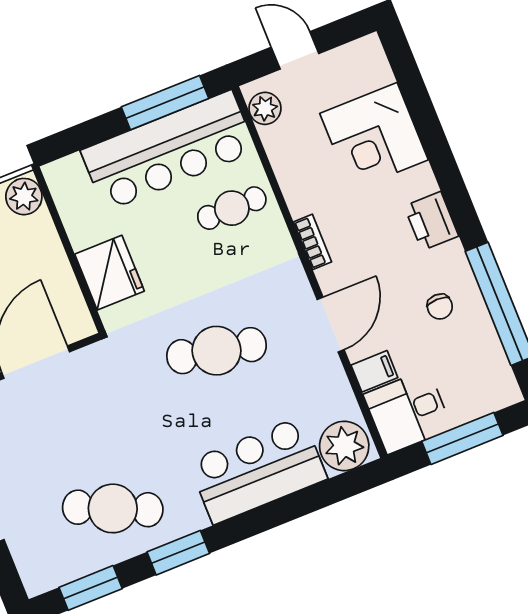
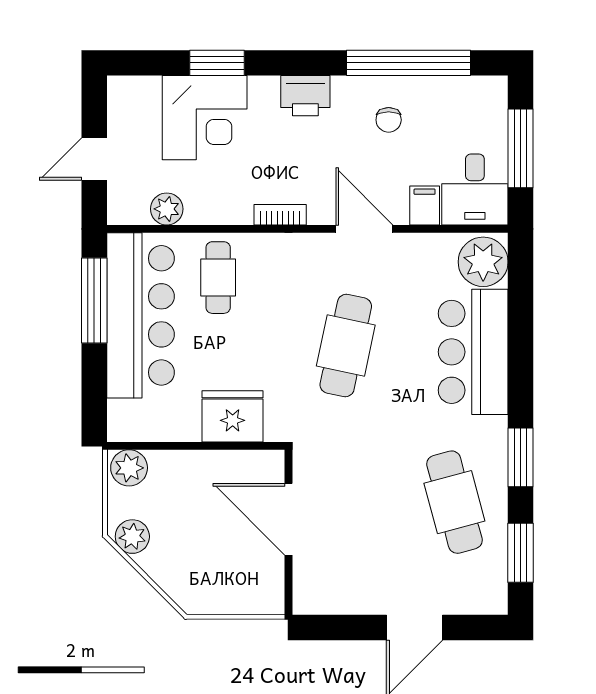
plant: (265, 108) -> (167, 209), moved
window: (429, 128) -> (217, 63), added
chair: (440, 307) -> (389, 120), turned 90
cafe table: (113, 508) -> (454, 502), turned -39

